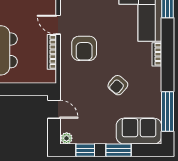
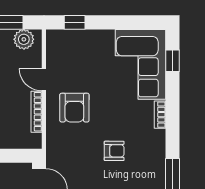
armchair: (118, 85) -> (114, 151), turned -131

